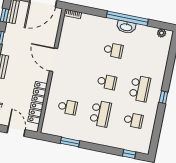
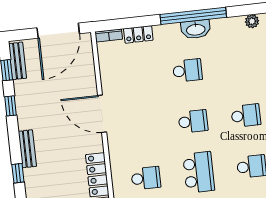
locker: (91, 19) -> (138, 34), added
school desk: (140, 89) -> (246, 116), width x0.54

